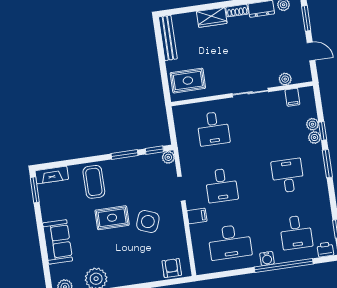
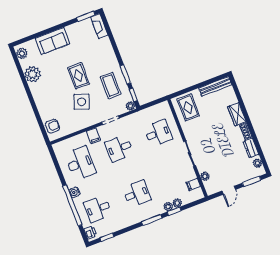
desk: (213, 129) -> (158, 133), turned 180
coffee table: (94, 182) -> (111, 86), moved, turned 90
desk: (230, 242) -> (80, 163), turned 180

